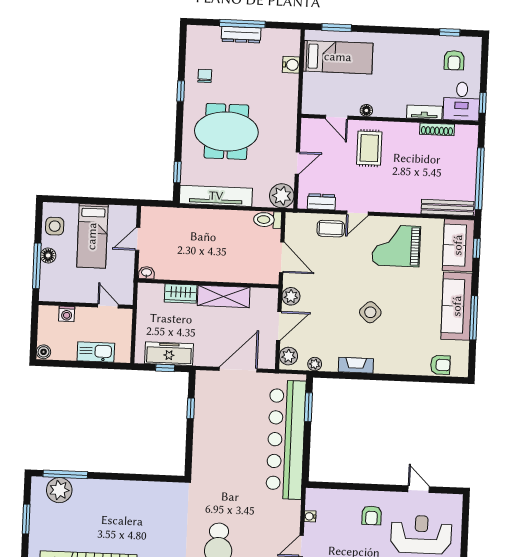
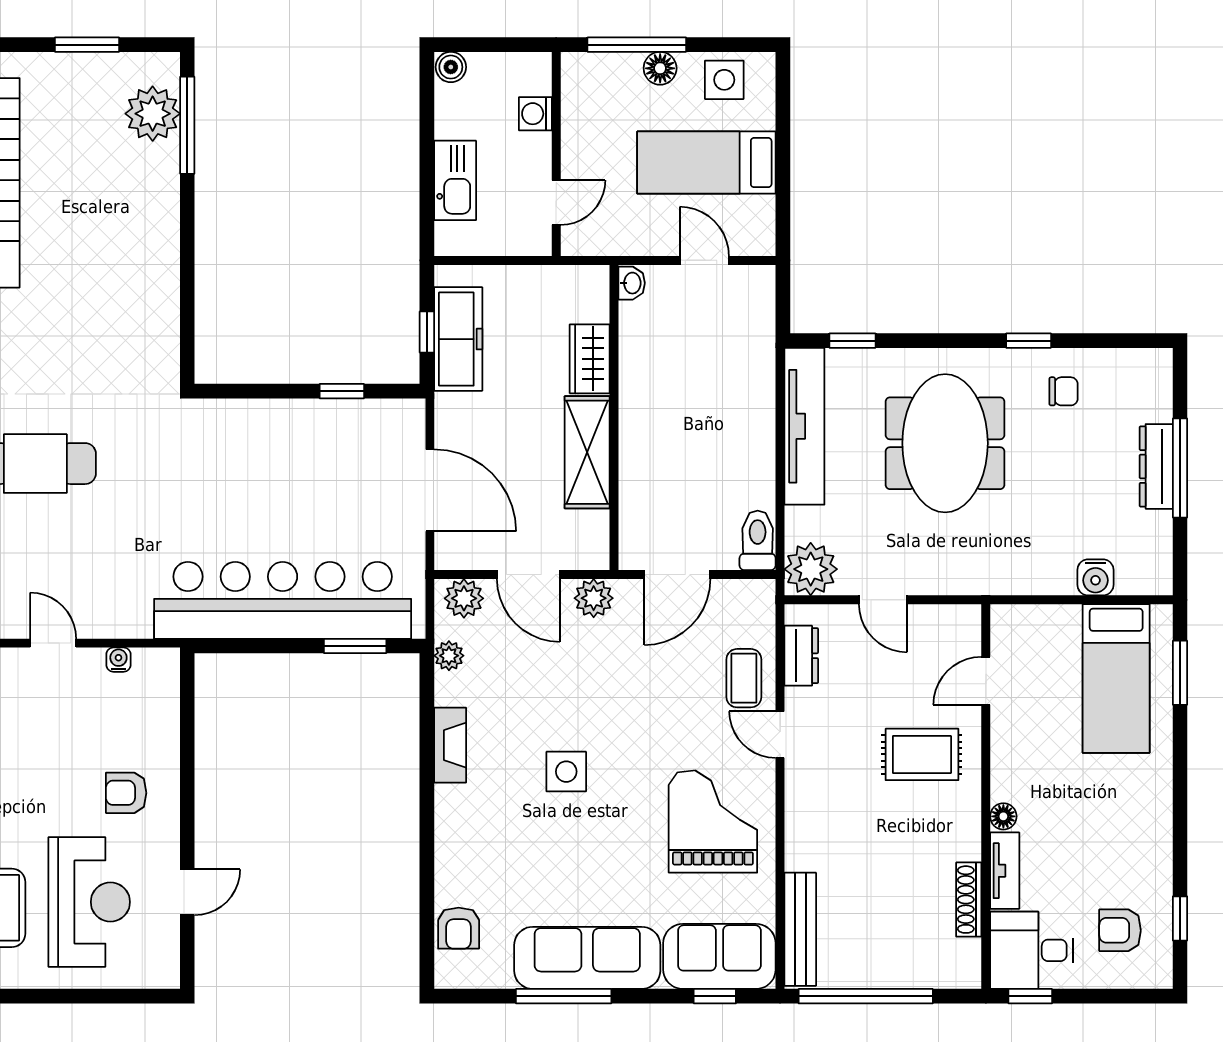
floor lamp: (366, 110) -> (1003, 816), moved
side table: (370, 312) -> (566, 772), turned 45

